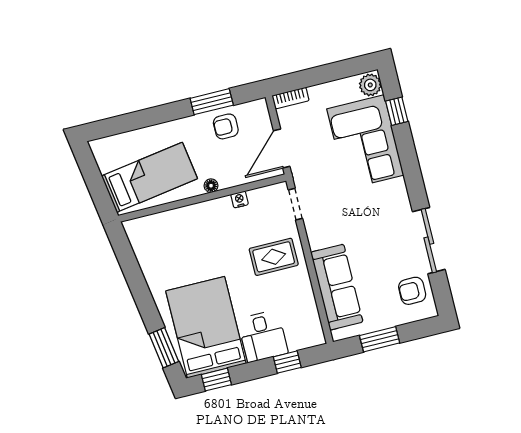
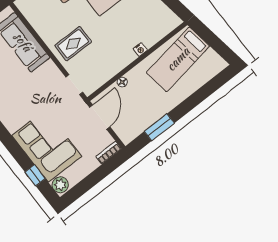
armchair: (226, 126) -> (143, 115), removed
floor lamp: (211, 186) -> (122, 82), moved
nightstand: (240, 199) -> (140, 49), moved

